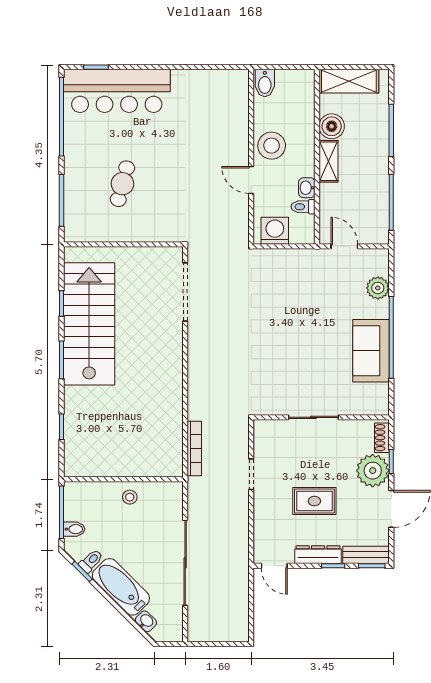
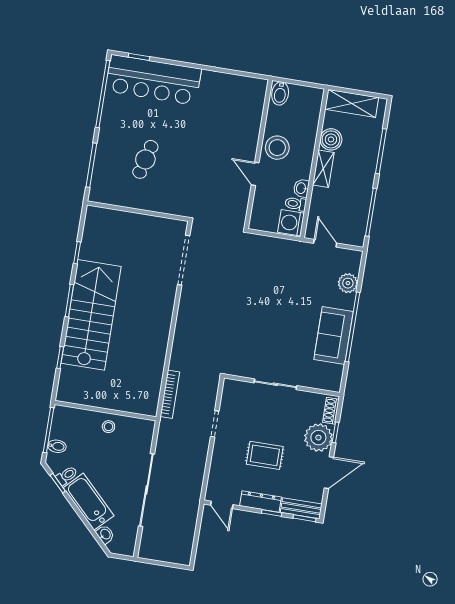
washing machine: (275, 231) -> (291, 223), moved, turned -90
stairs: (89, 324) -> (91, 315), moved

